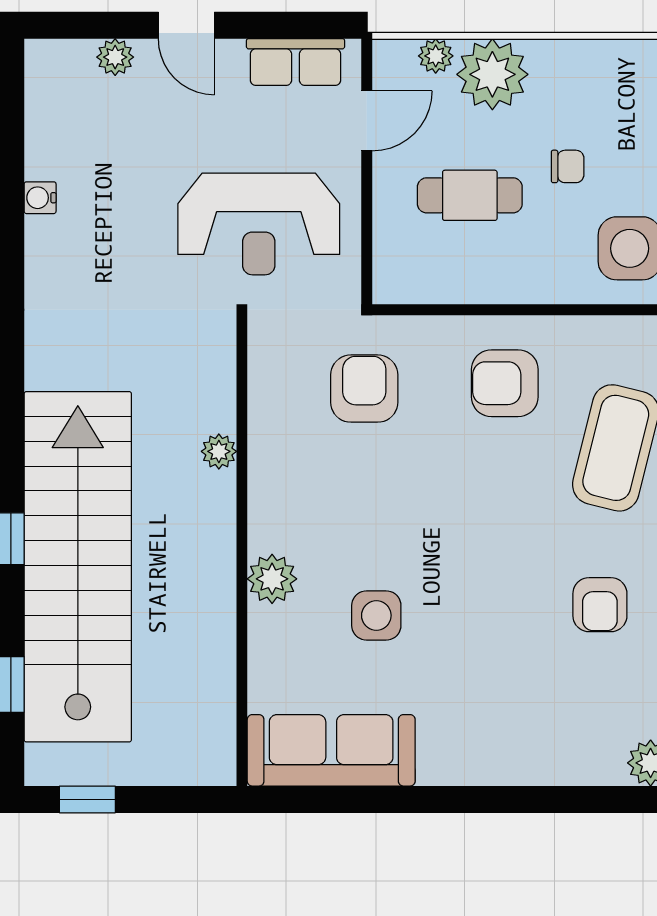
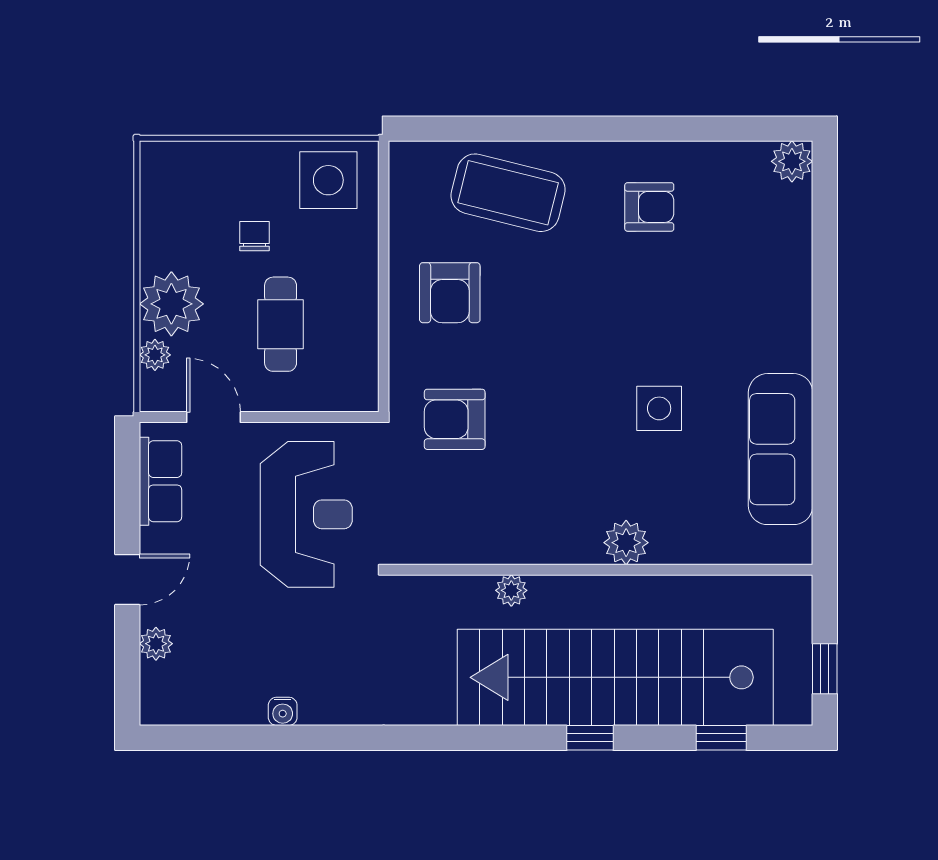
plant: (219, 451) -> (511, 590), moved
wall: (242, 551) -> (601, 570), moved
plant: (272, 579) -> (626, 543), moved

